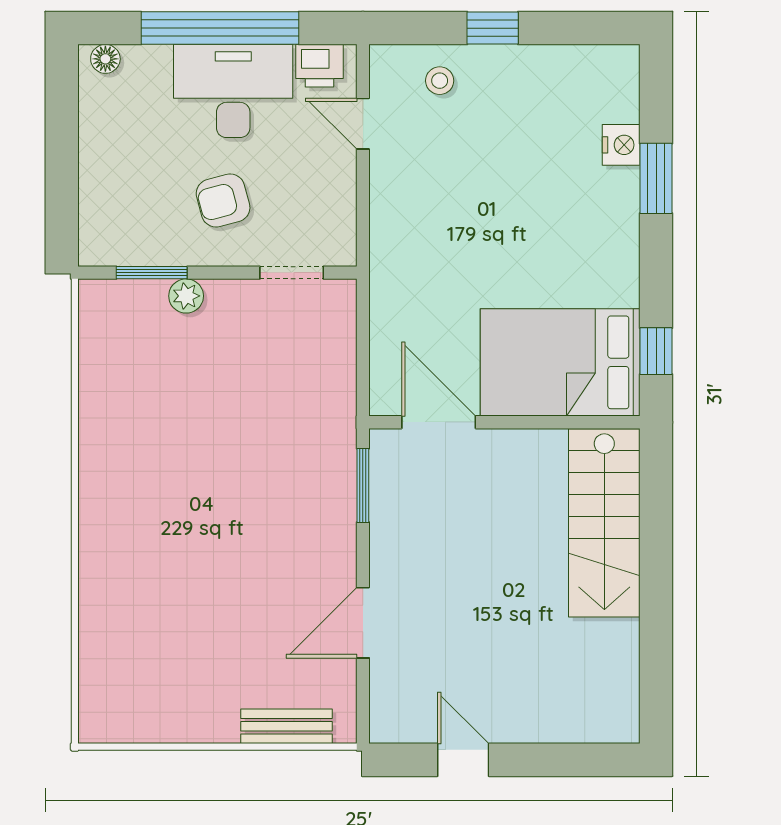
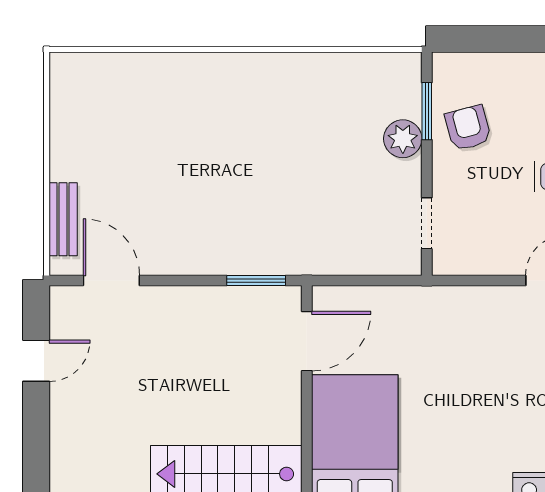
armchair: (223, 200) -> (468, 128), moved
plant: (186, 296) -> (403, 139), width x1.38, depth x1.38
door: (363, 623) -> (111, 280), moved

